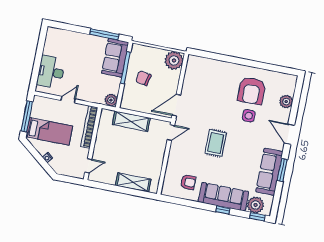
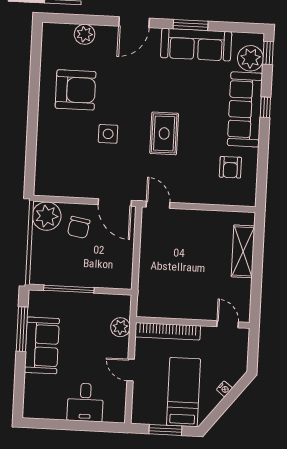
sofa: (115, 58) -> (42, 345), moved, turned -90
desk: (51, 72) -> (85, 402), width x0.73
chair: (143, 78) -> (79, 227), moved
plant: (111, 100) -> (120, 327), moved
window: (27, 116) -> (165, 430), width x0.69
side table: (249, 116) -> (108, 134), moved
shelving: (131, 121) -> (150, 268), removed
rug: (216, 143) -> (164, 133), turned 90
armchair: (188, 182) -> (230, 167), turned 180

